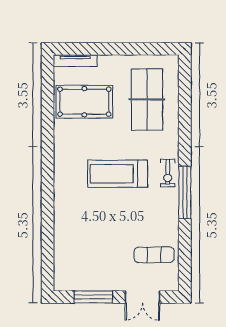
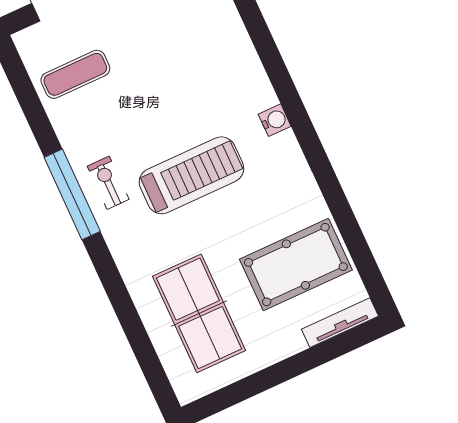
exercise bike: (168, 173) -> (108, 183), moved
water cooler: (61, 183) -> (275, 120), added

